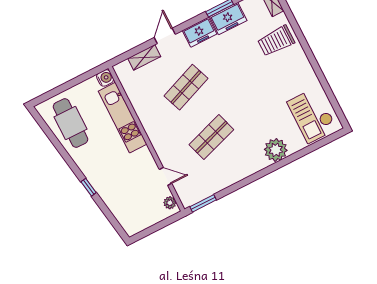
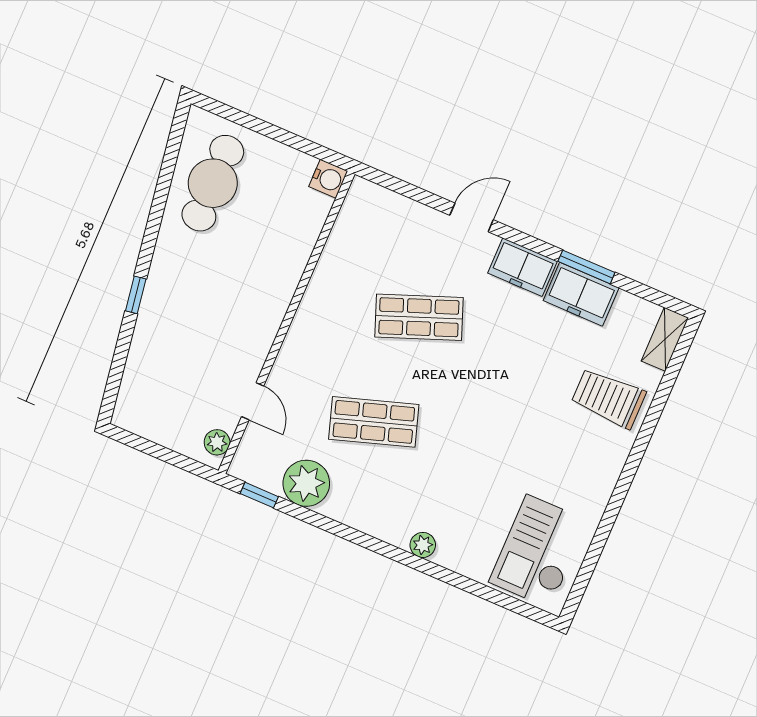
shelving: (144, 57) -> (411, 213), removed
kitchen unit: (123, 118) -> (289, 258), removed
plant: (276, 150) -> (423, 545), width x0.53, depth x0.53
plant: (213, 182) -> (306, 483), added
window: (203, 203) -> (259, 495), width x0.67

